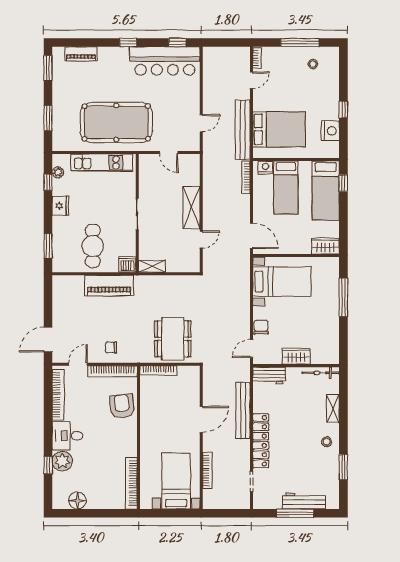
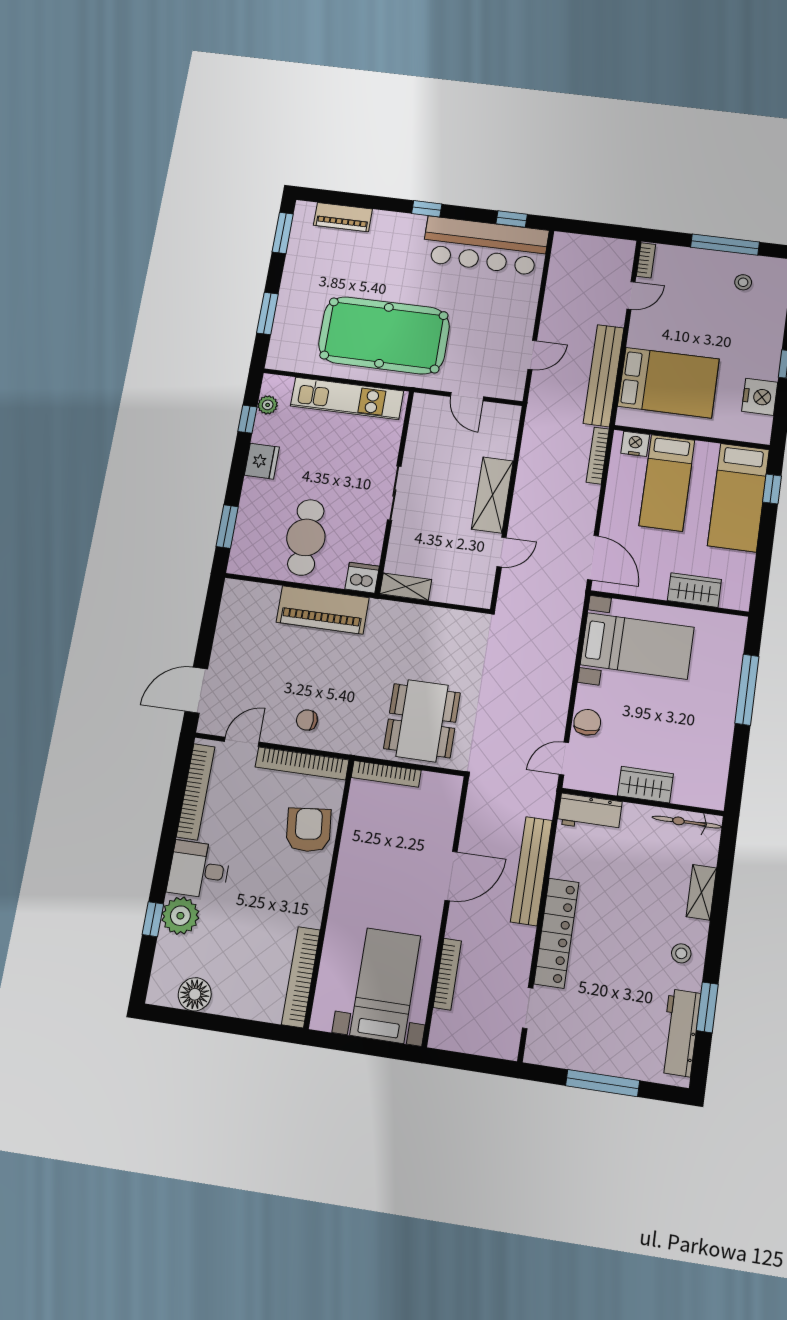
wardrobe: (325, 246) -> (694, 590), moved
workbench: (304, 501) -> (680, 1033), moved, turned -90

